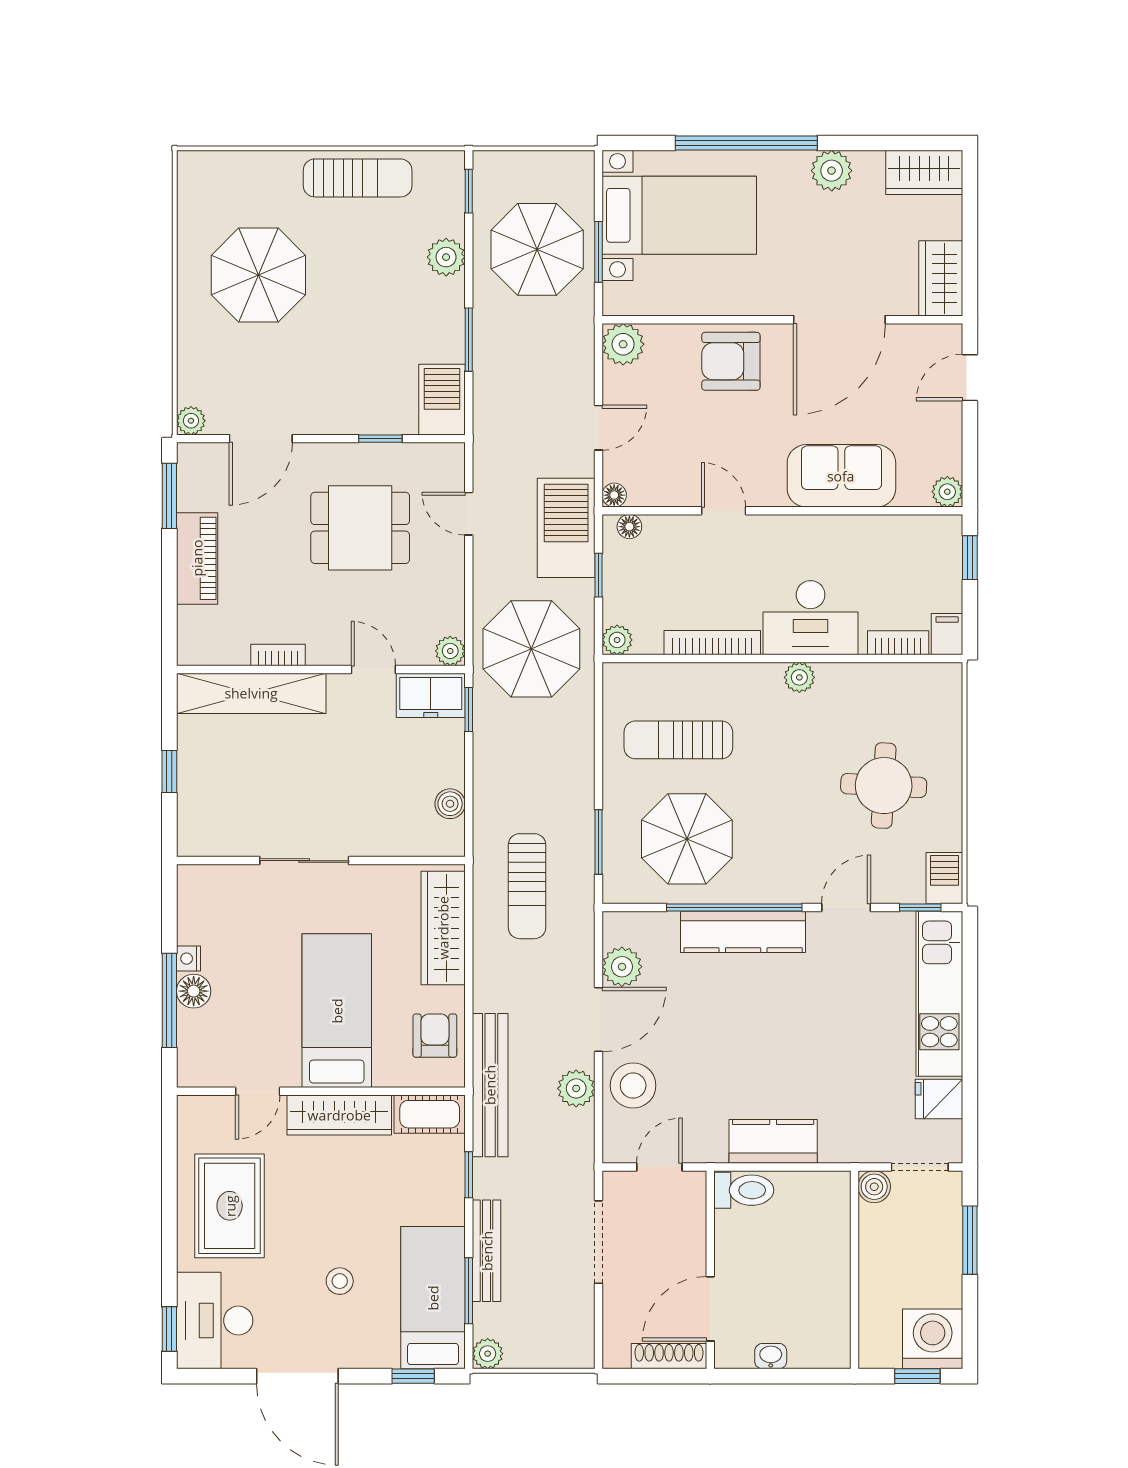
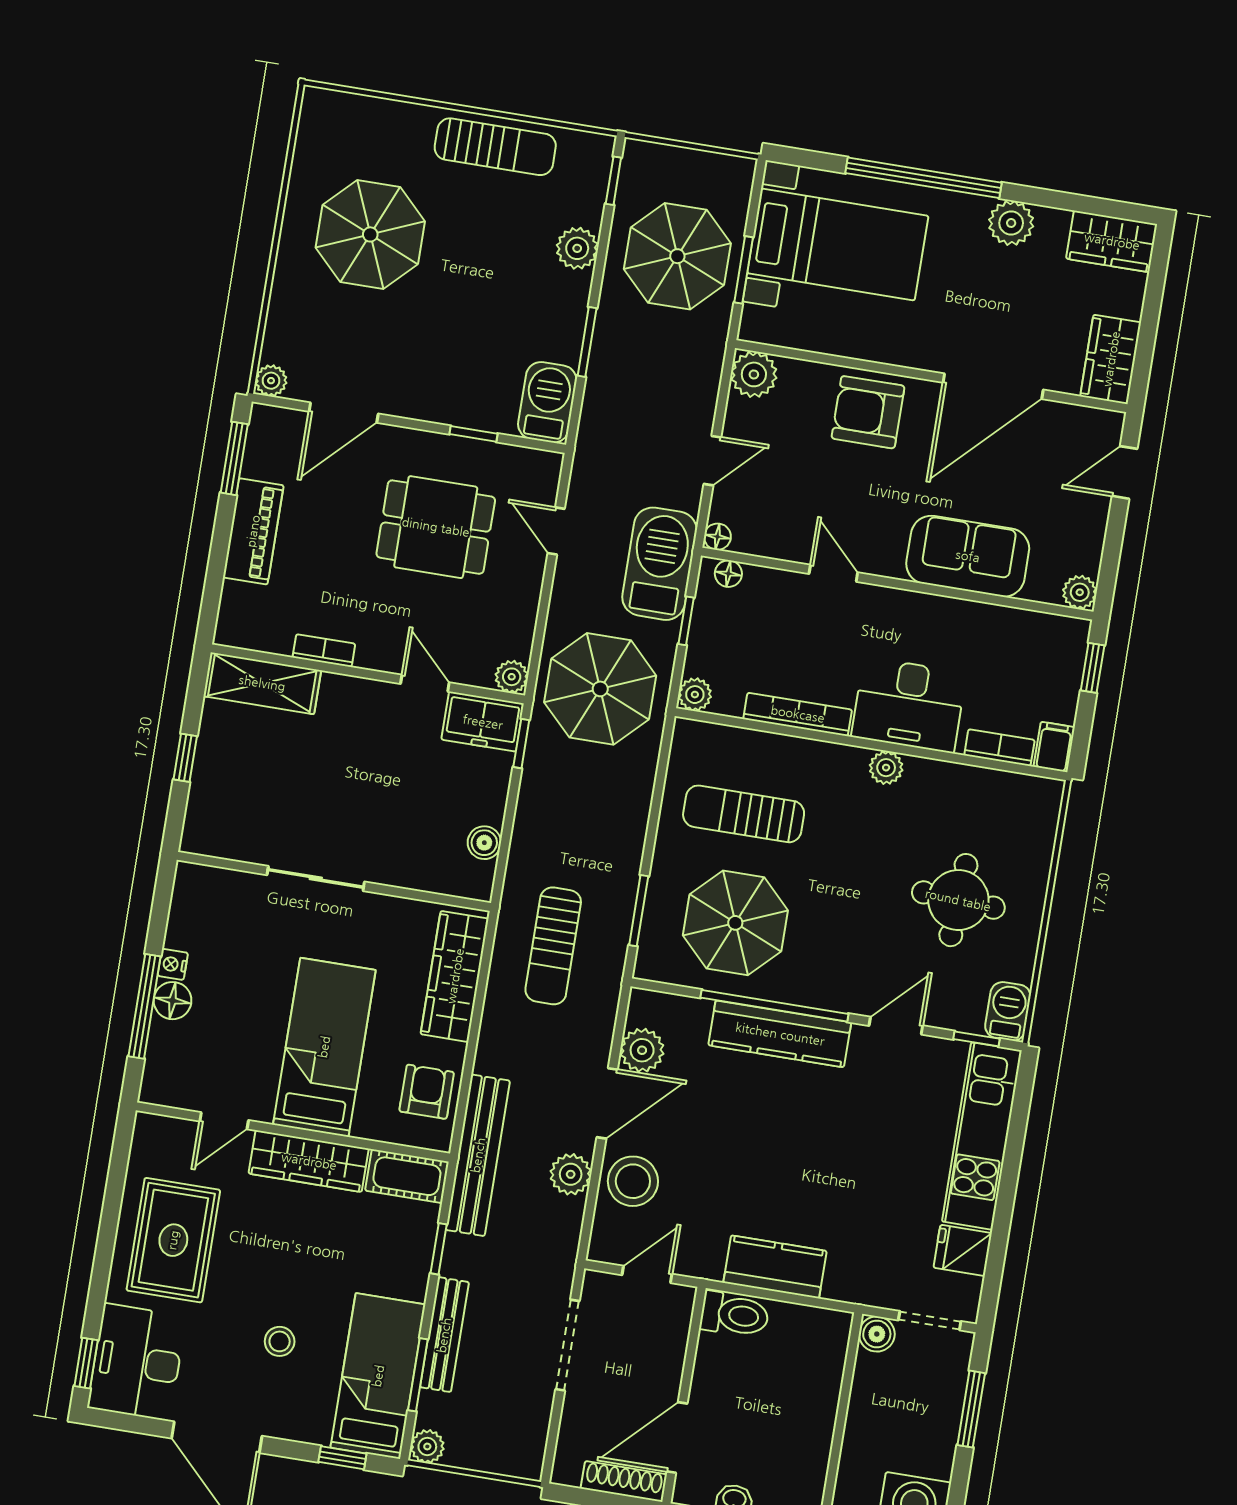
shelving: (251, 693) -> (262, 683), width x0.68

